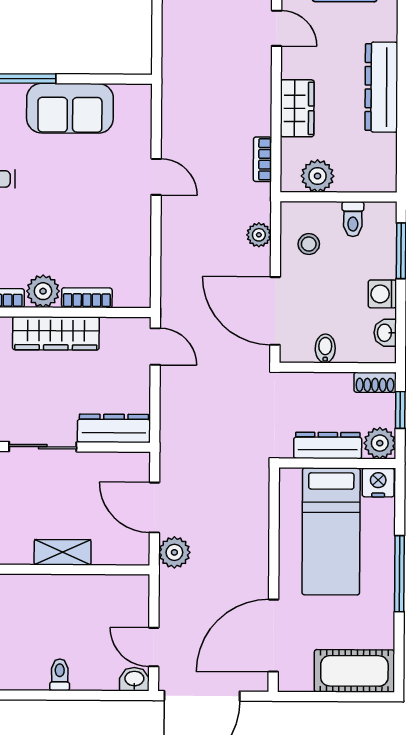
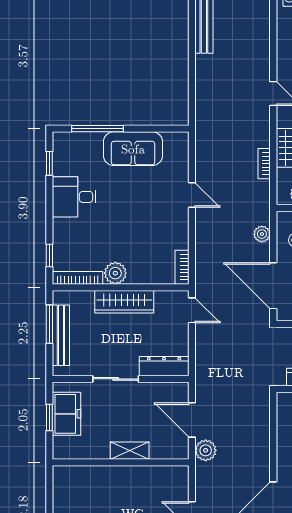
bookcase: (262, 159) -> (264, 164), moved
bookcase: (87, 298) -> (182, 267), moved, turned -90

